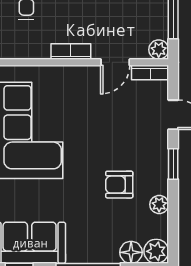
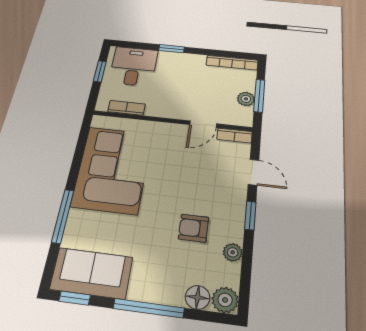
plant: (159, 50) -> (246, 99), moved
bookcase: (71, 52) -> (127, 108), moved

